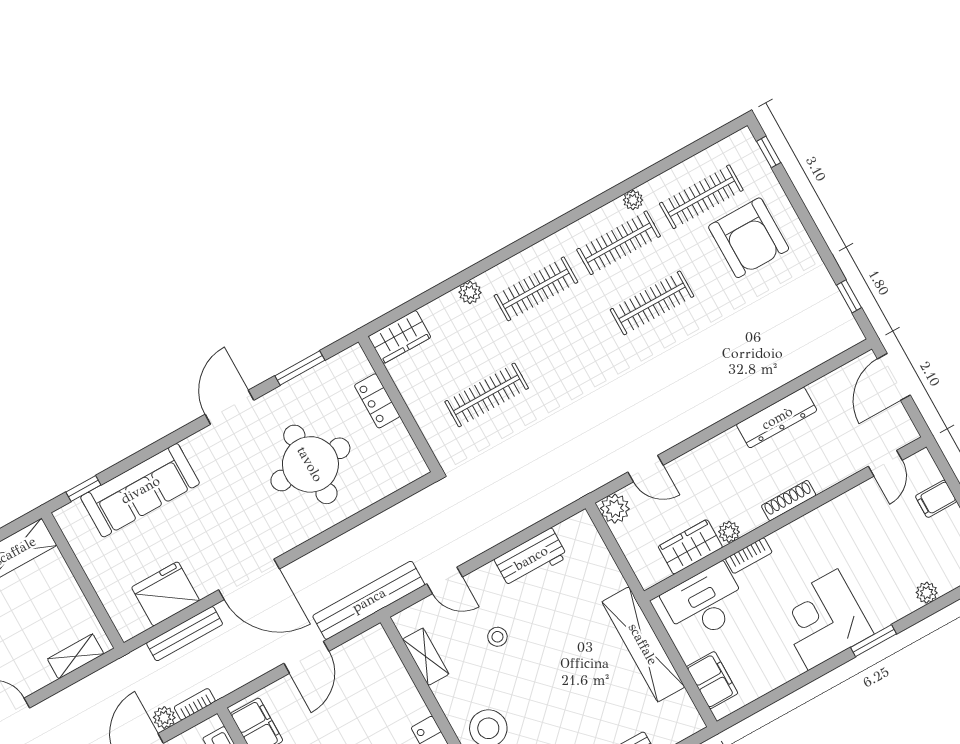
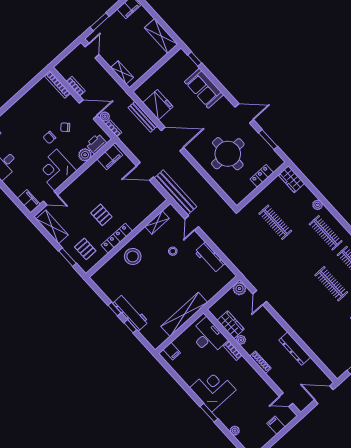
sofa: (140, 490) -> (204, 88), width x0.73
door: (249, 579) -> (172, 139), swing flipped
filing cabinet: (712, 680) -> (172, 351), width x0.50

